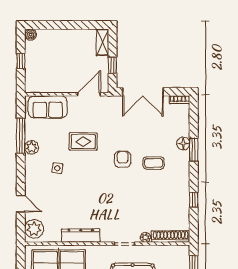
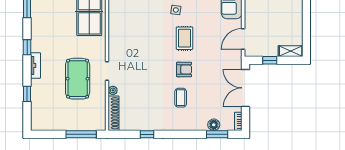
door: (89, 94) -> (243, 39), swing flipped
rug: (83, 142) -> (184, 38), moved
floor lamp: (183, 143) -> (214, 125), moved
window: (194, 150) -> (217, 134), moved
dresser: (81, 236) -> (114, 31), removed

